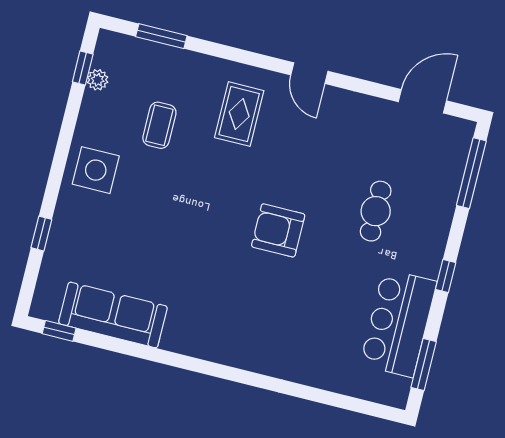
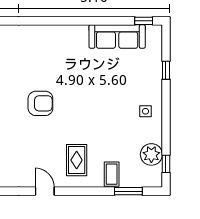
plant: (98, 80) -> (151, 154), width x1.87, depth x1.87
coffee table: (159, 125) -> (112, 174), moved
side table: (96, 170) -> (145, 111), width x0.54, depth x0.54

